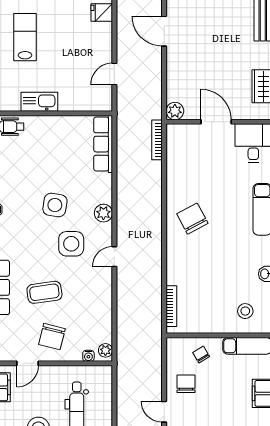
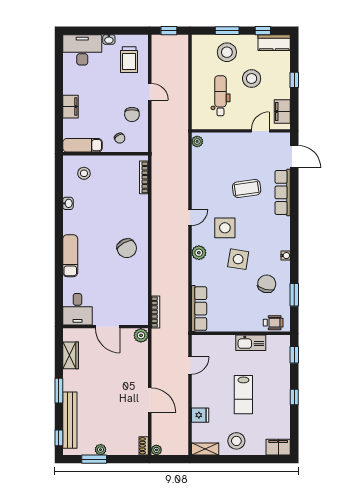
lab bench: (25, 37) -> (243, 395), moved
chair: (52, 337) -> (267, 284), moved
water cooler: (88, 356) -> (211, 137), removed

